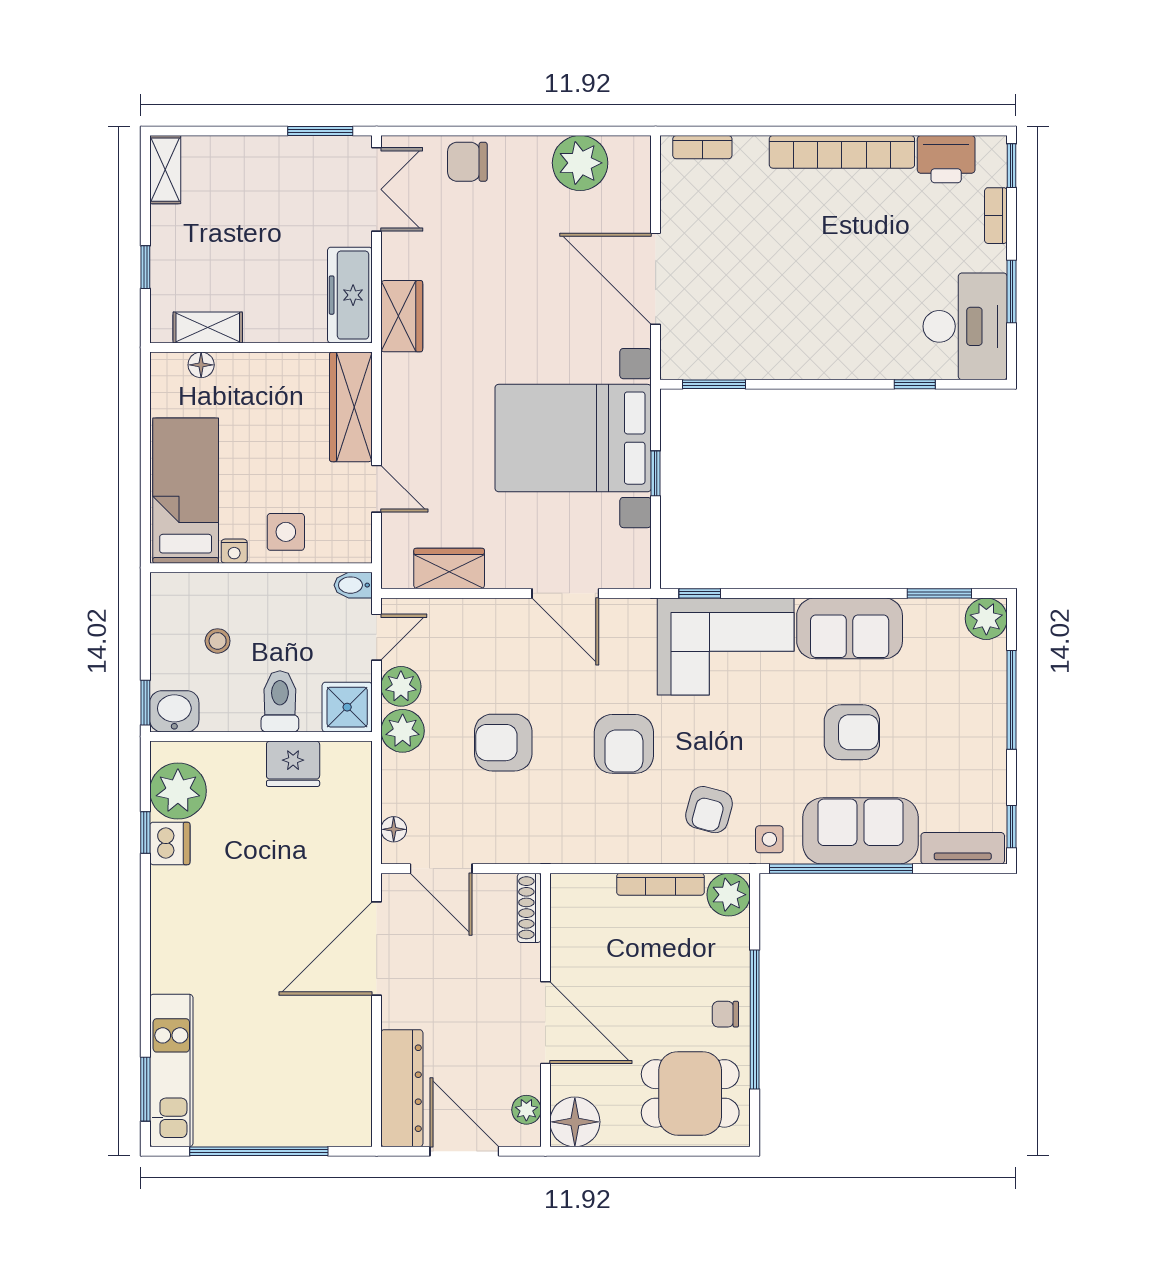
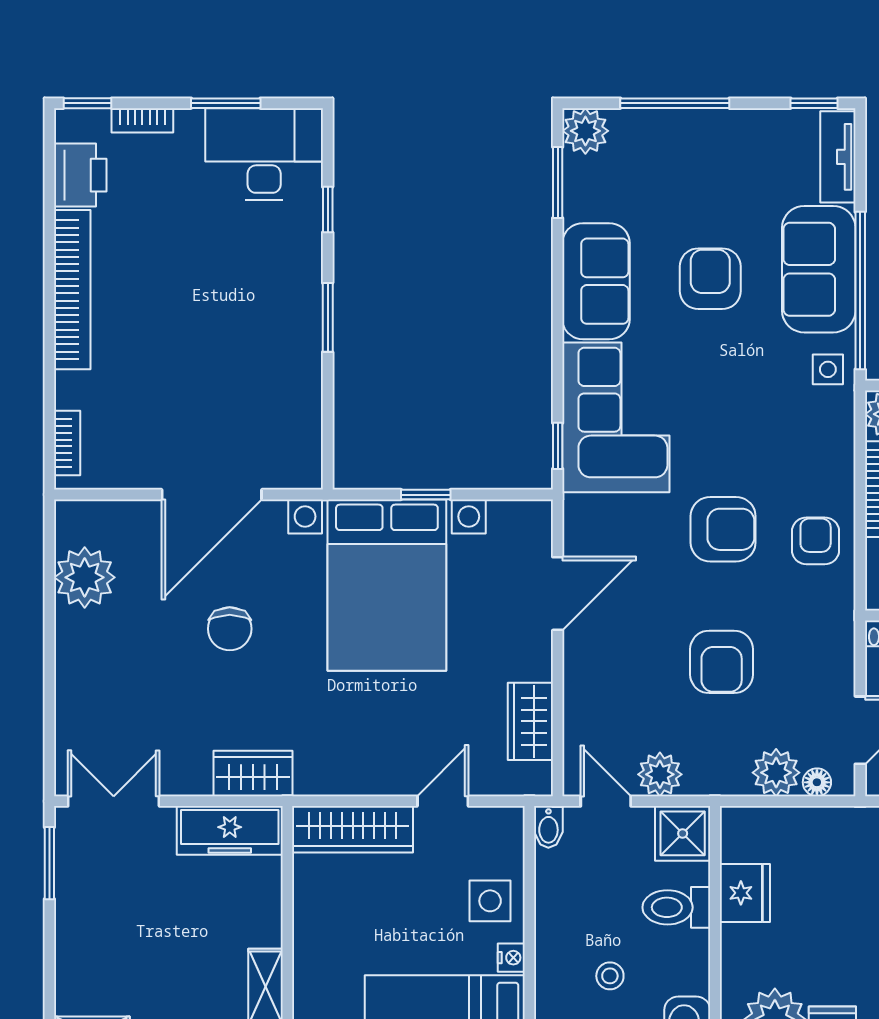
chair: (467, 162) -> (230, 629), moved
floor lamp: (201, 365) -> (306, 994), removed
window: (714, 384) -> (328, 317), moved
plant: (403, 731) -> (776, 773), moved
armchair: (709, 810) -> (816, 541), moved, turned -105

